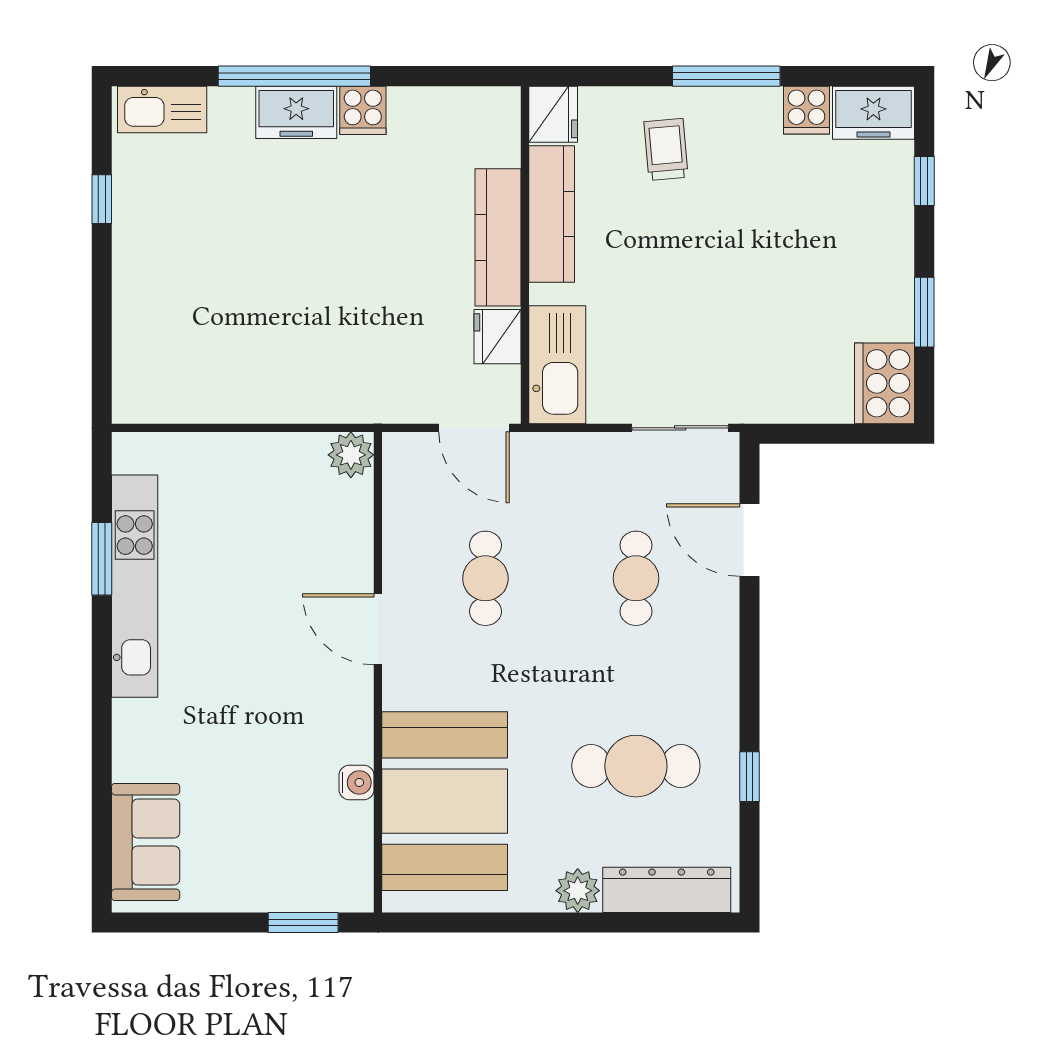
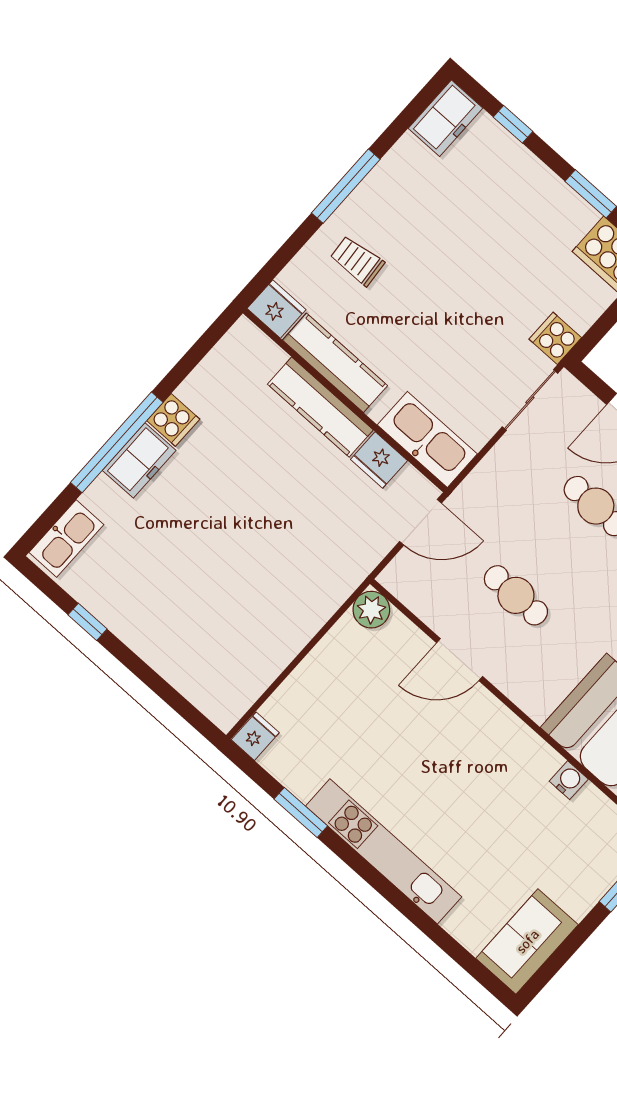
cooker: (807, 110) -> (555, 338), moved, turned 180
fridge: (135, 452) -> (255, 736), added
kitchen unit: (135, 586) -> (384, 851), moved
door: (378, 629) -> (460, 660), moved
sofa: (146, 842) -> (527, 941), moved, turned -90

